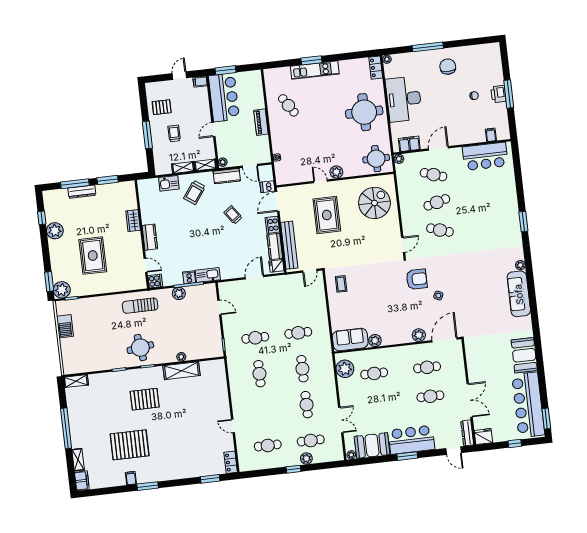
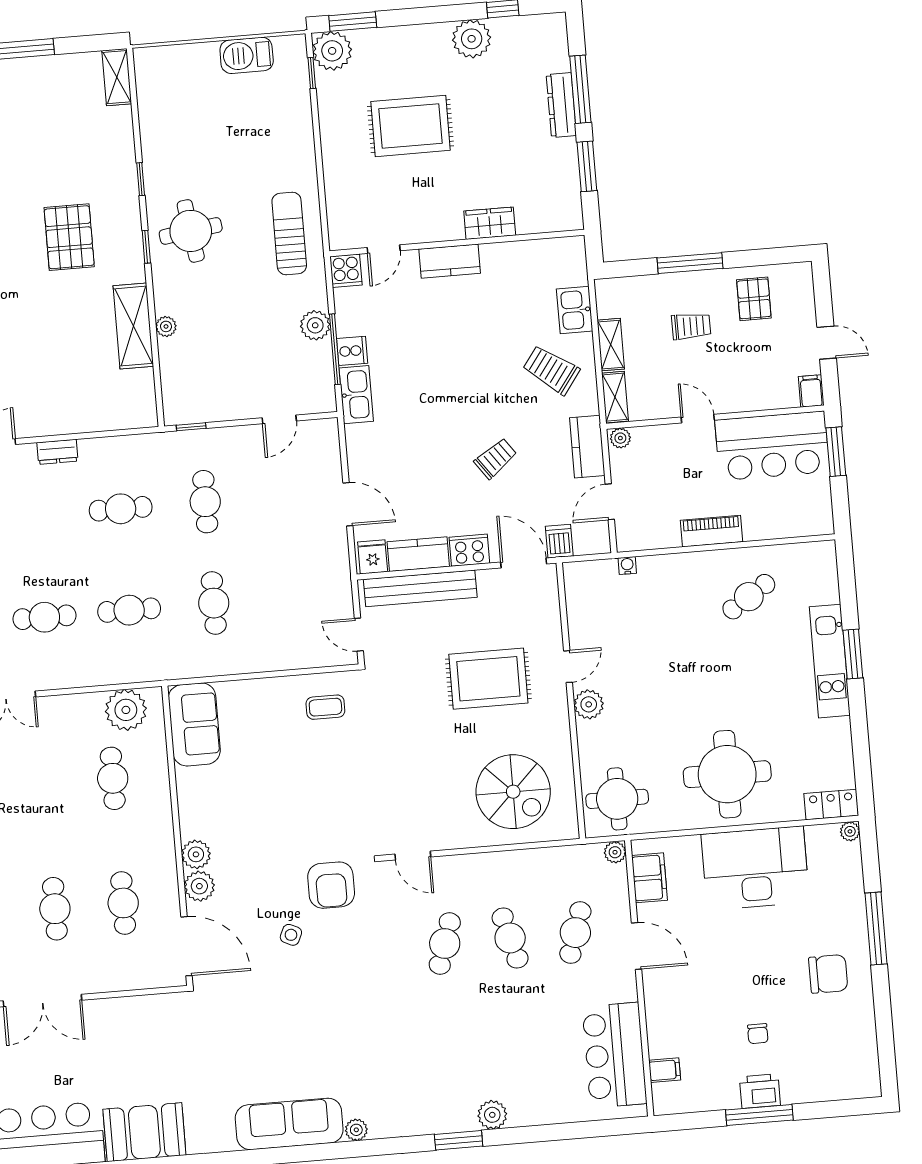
plant: (512, 208) -> (492, 1115), added
plant: (375, 341) -> (196, 854), moved
dresser: (236, 401) -> (57, 452), added

